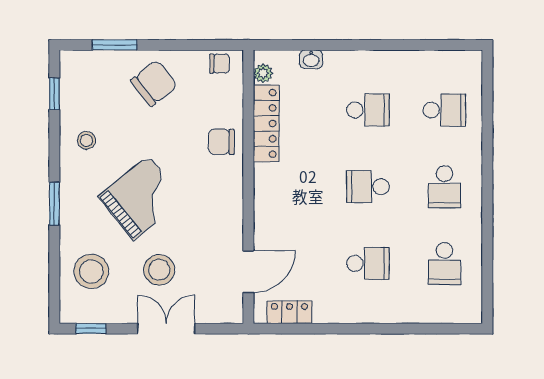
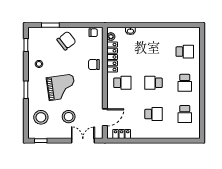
school desk: (368, 110) -> (122, 83), moved
grand piano: (141, 198) -> (61, 87), turned 31
double door: (166, 329) -> (83, 141), moved

